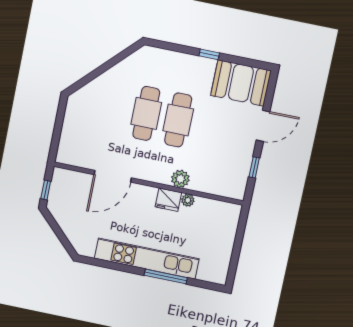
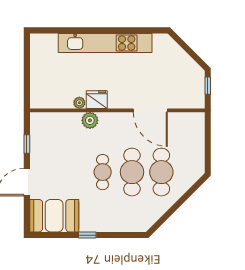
cafe table: (114, 107) -> (161, 172), added
cafe table: (178, 120) -> (103, 172), width x0.73, depth x0.74
door: (113, 176) -> (150, 110), swing flipped
window: (166, 277) -> (85, 30), removed

